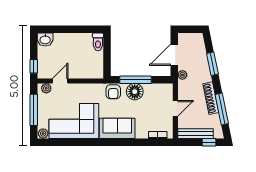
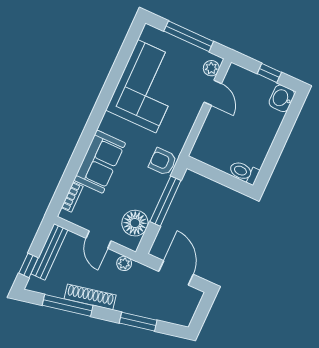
window: (34, 66) -> (269, 73), moved
plant: (182, 75) -> (124, 263), moved
floor lamp: (135, 92) -> (135, 223), moved
sofa: (117, 128) -> (100, 162), moved
plant: (43, 134) -> (149, 34), removed

